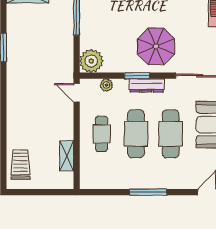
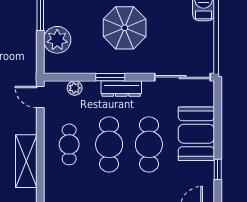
parasol: (156, 46) -> (125, 28), moved
plant: (91, 61) -> (57, 40), moved
shelving: (67, 156) -> (26, 161), width x1.50, depth x1.33

